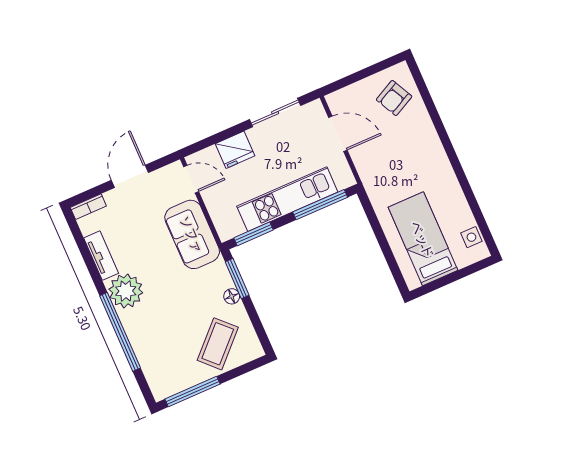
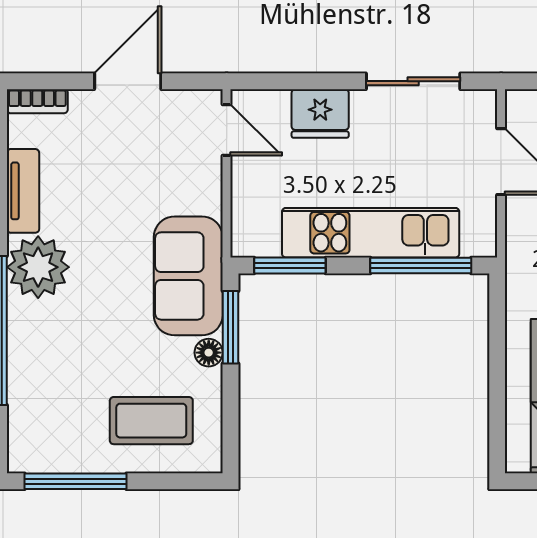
sofa: (192, 234) -> (188, 276), moved
coffee table: (218, 344) -> (151, 421), turned 45

